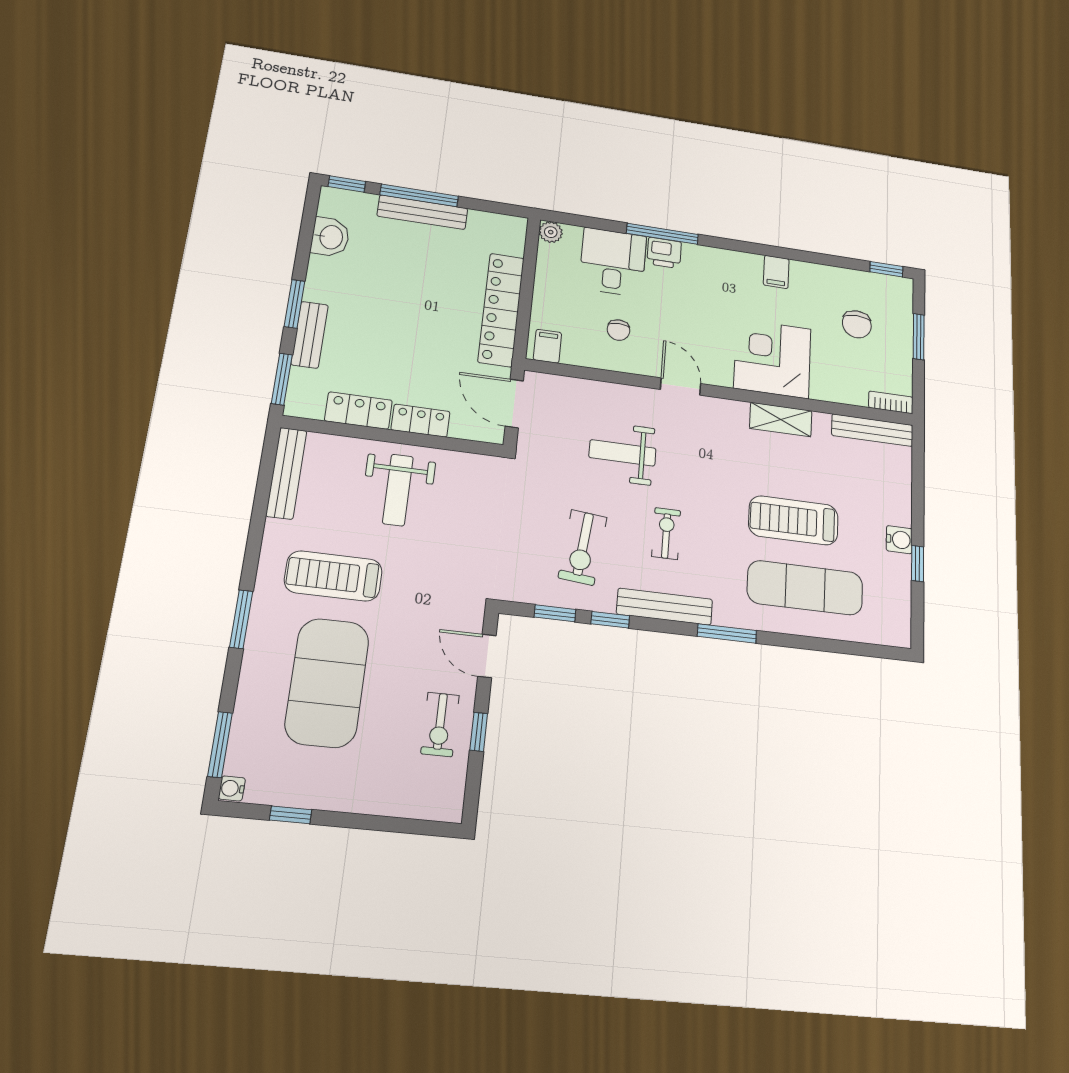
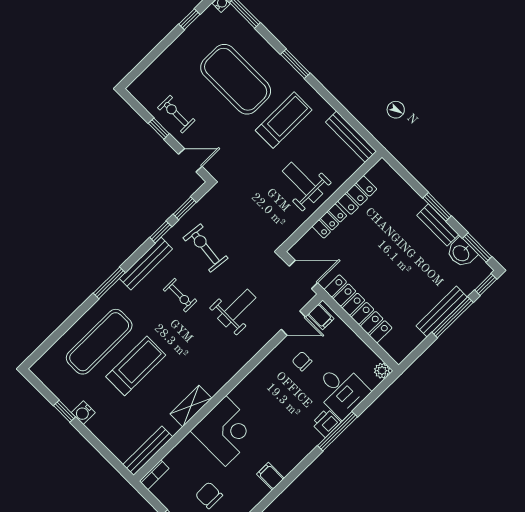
bench: (310, 335) -> (438, 225), moved
window: (282, 379) -> (477, 247), moved
door: (680, 386) -> (293, 323), moved

